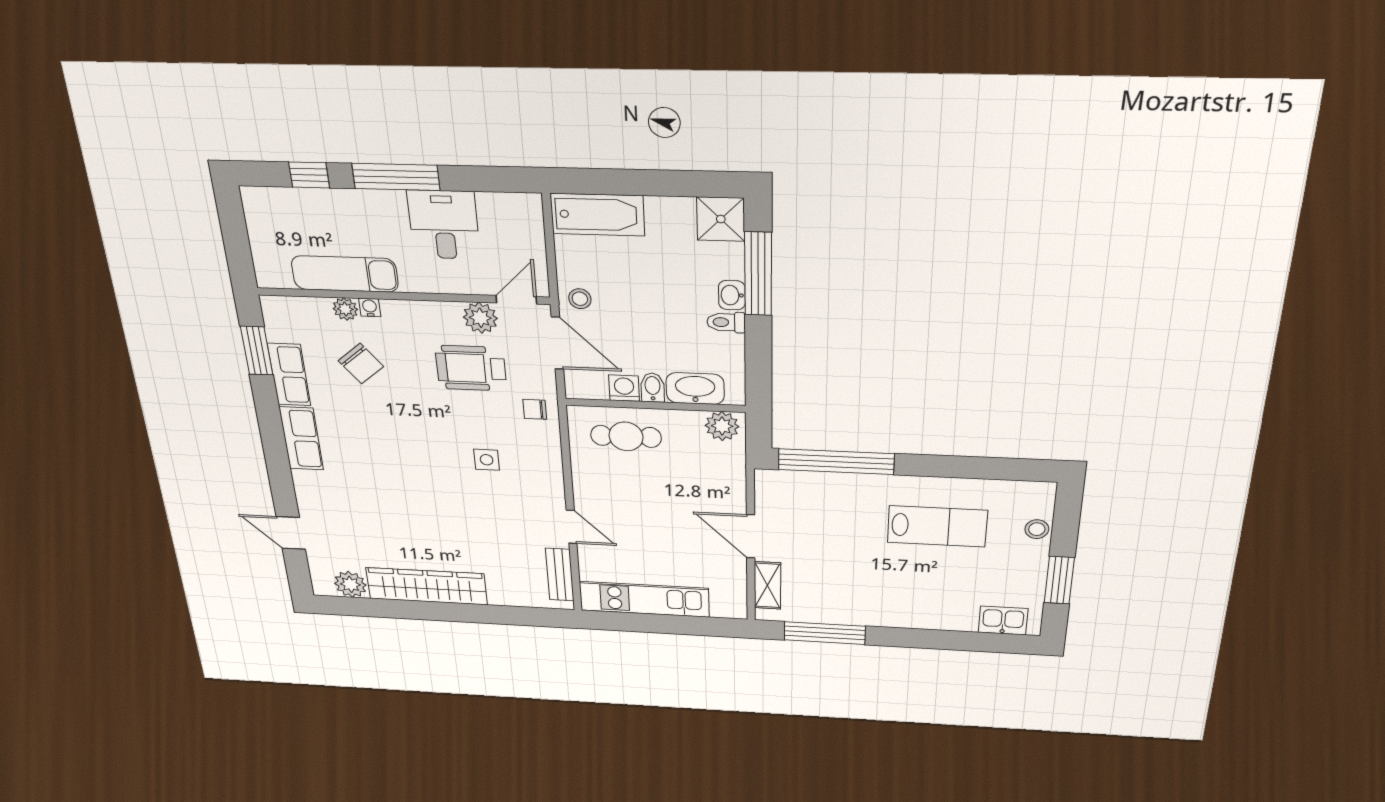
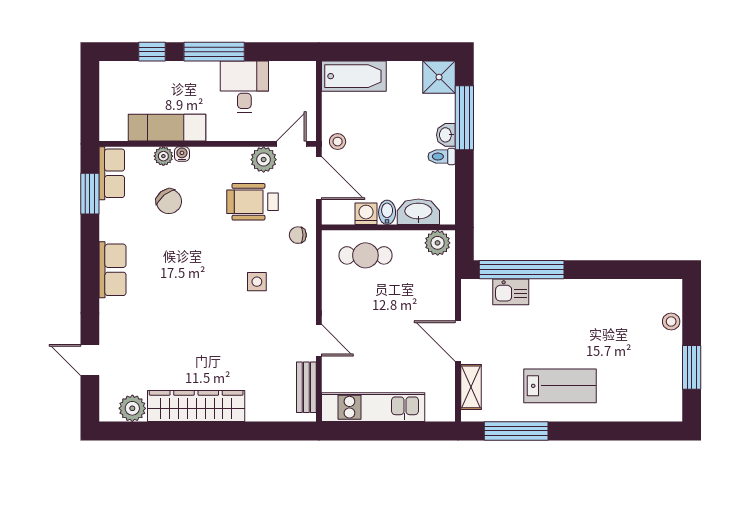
row of seats: (289, 375) -> (112, 173), moved
lab bench: (937, 526) -> (560, 386), moved
kitchen sink: (1003, 620) -> (511, 292), moved, turned 180

